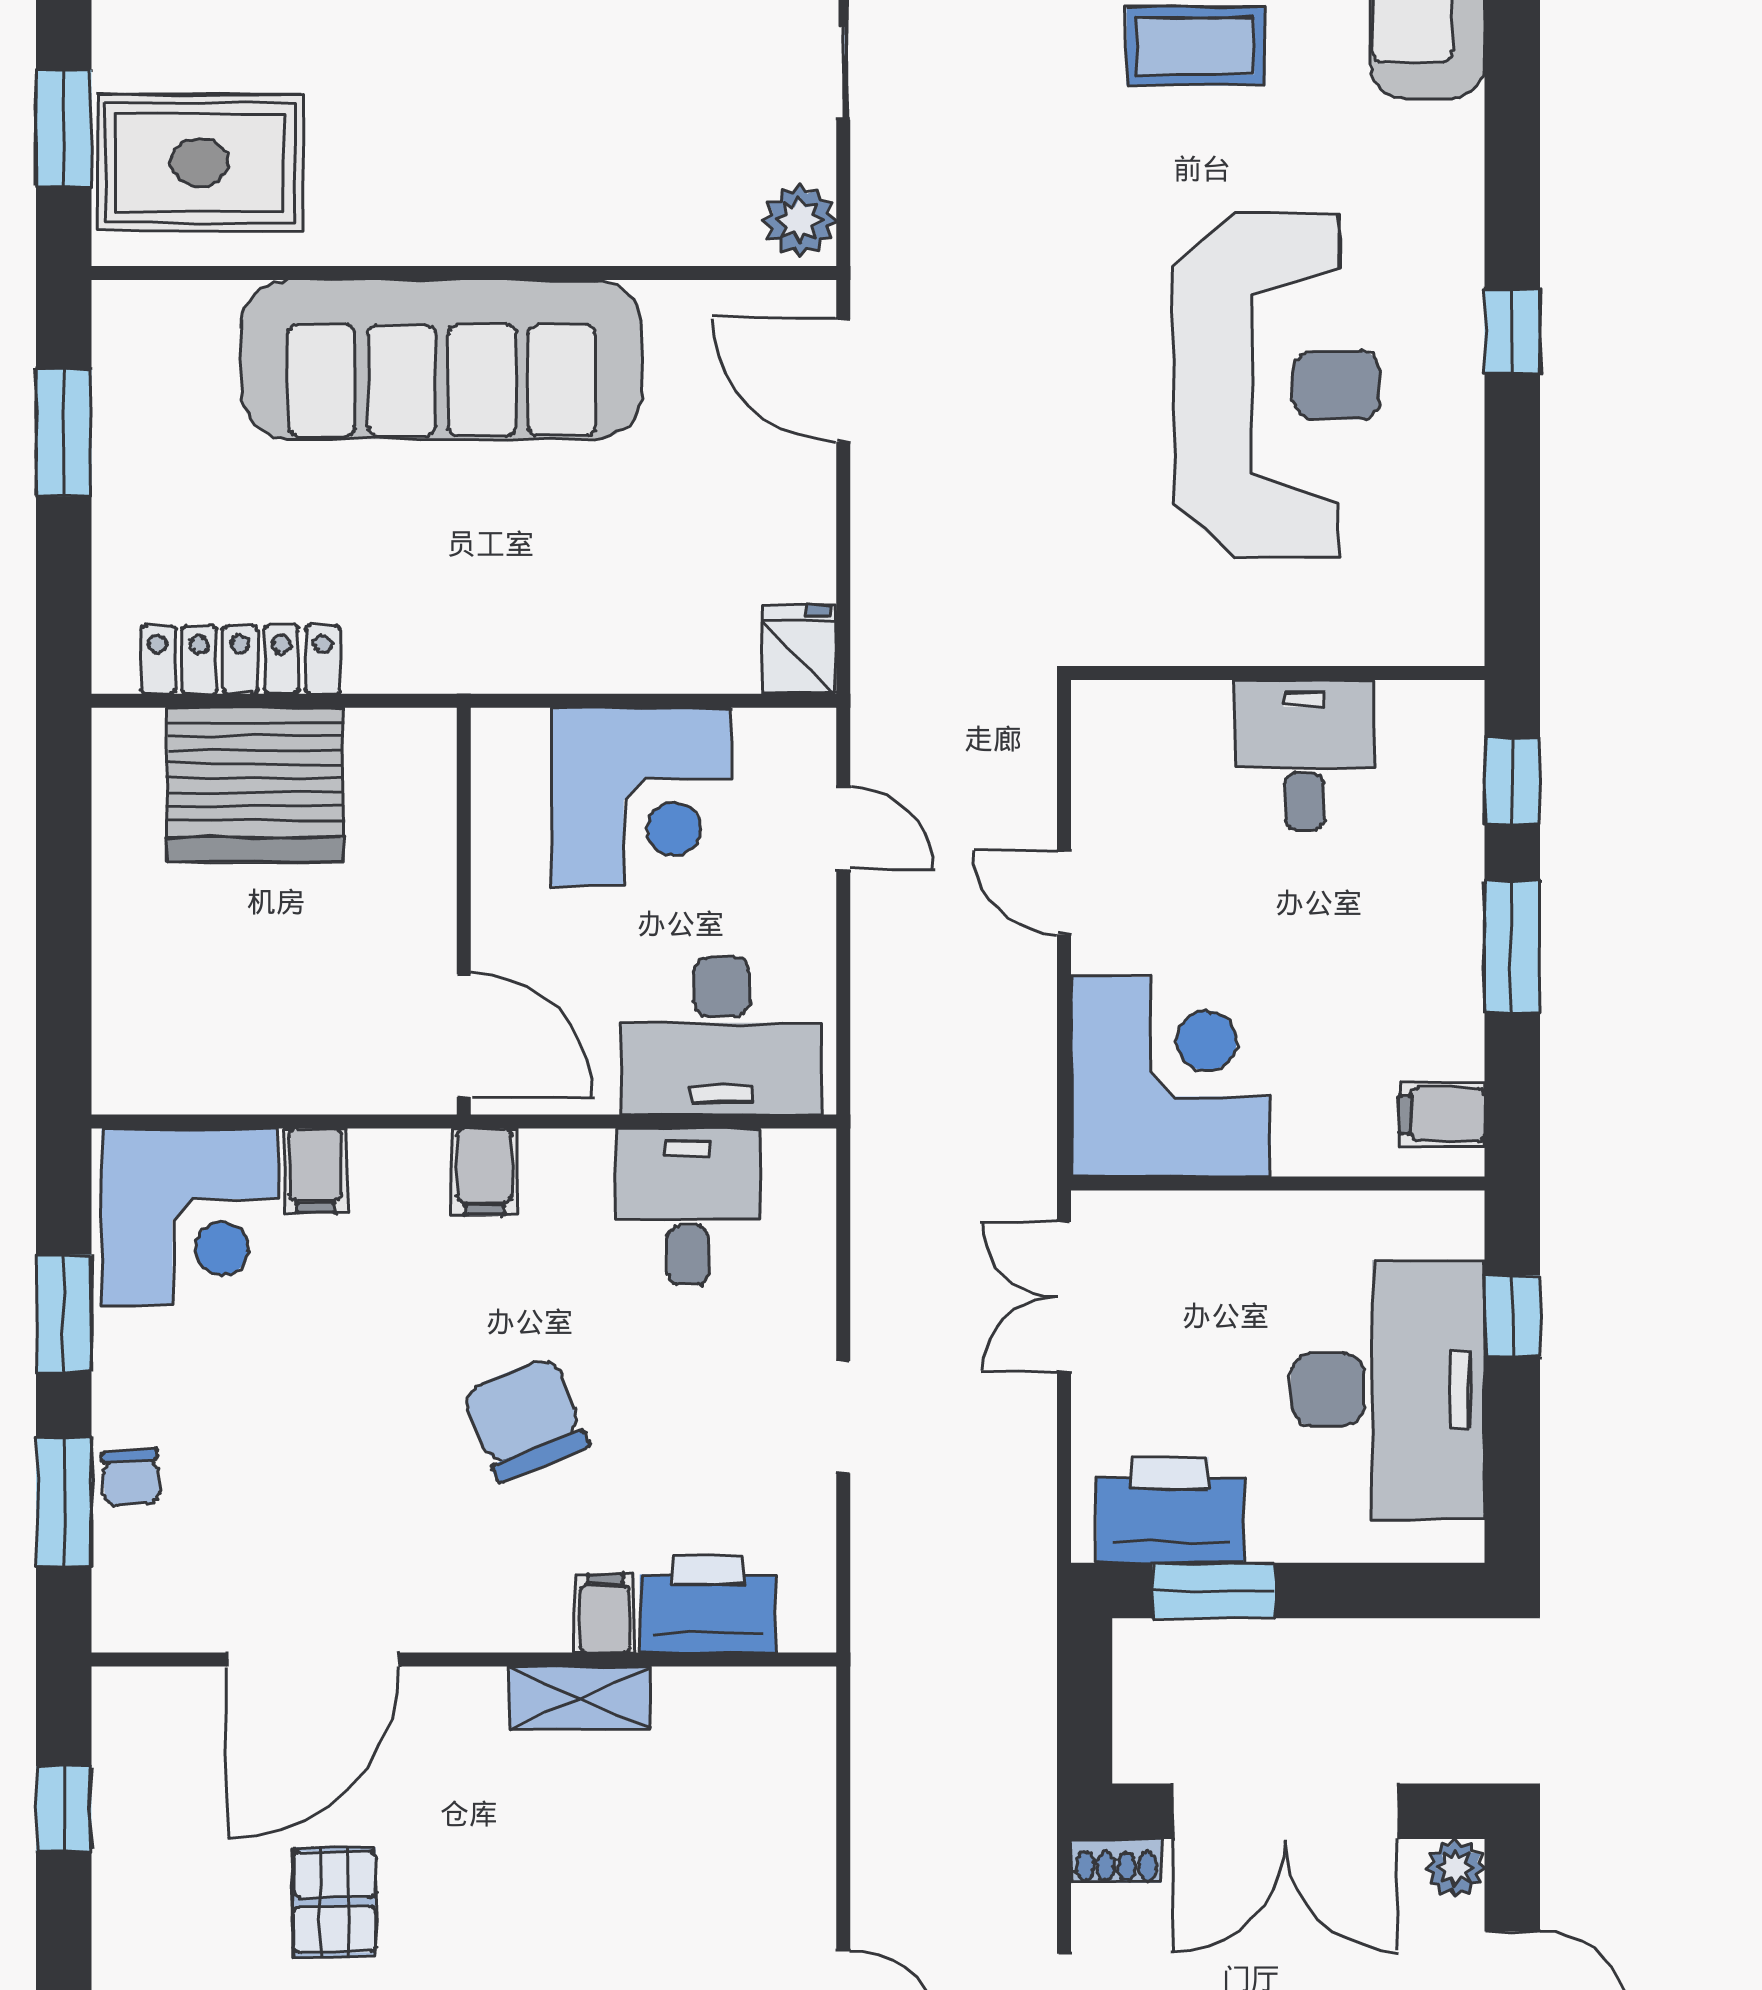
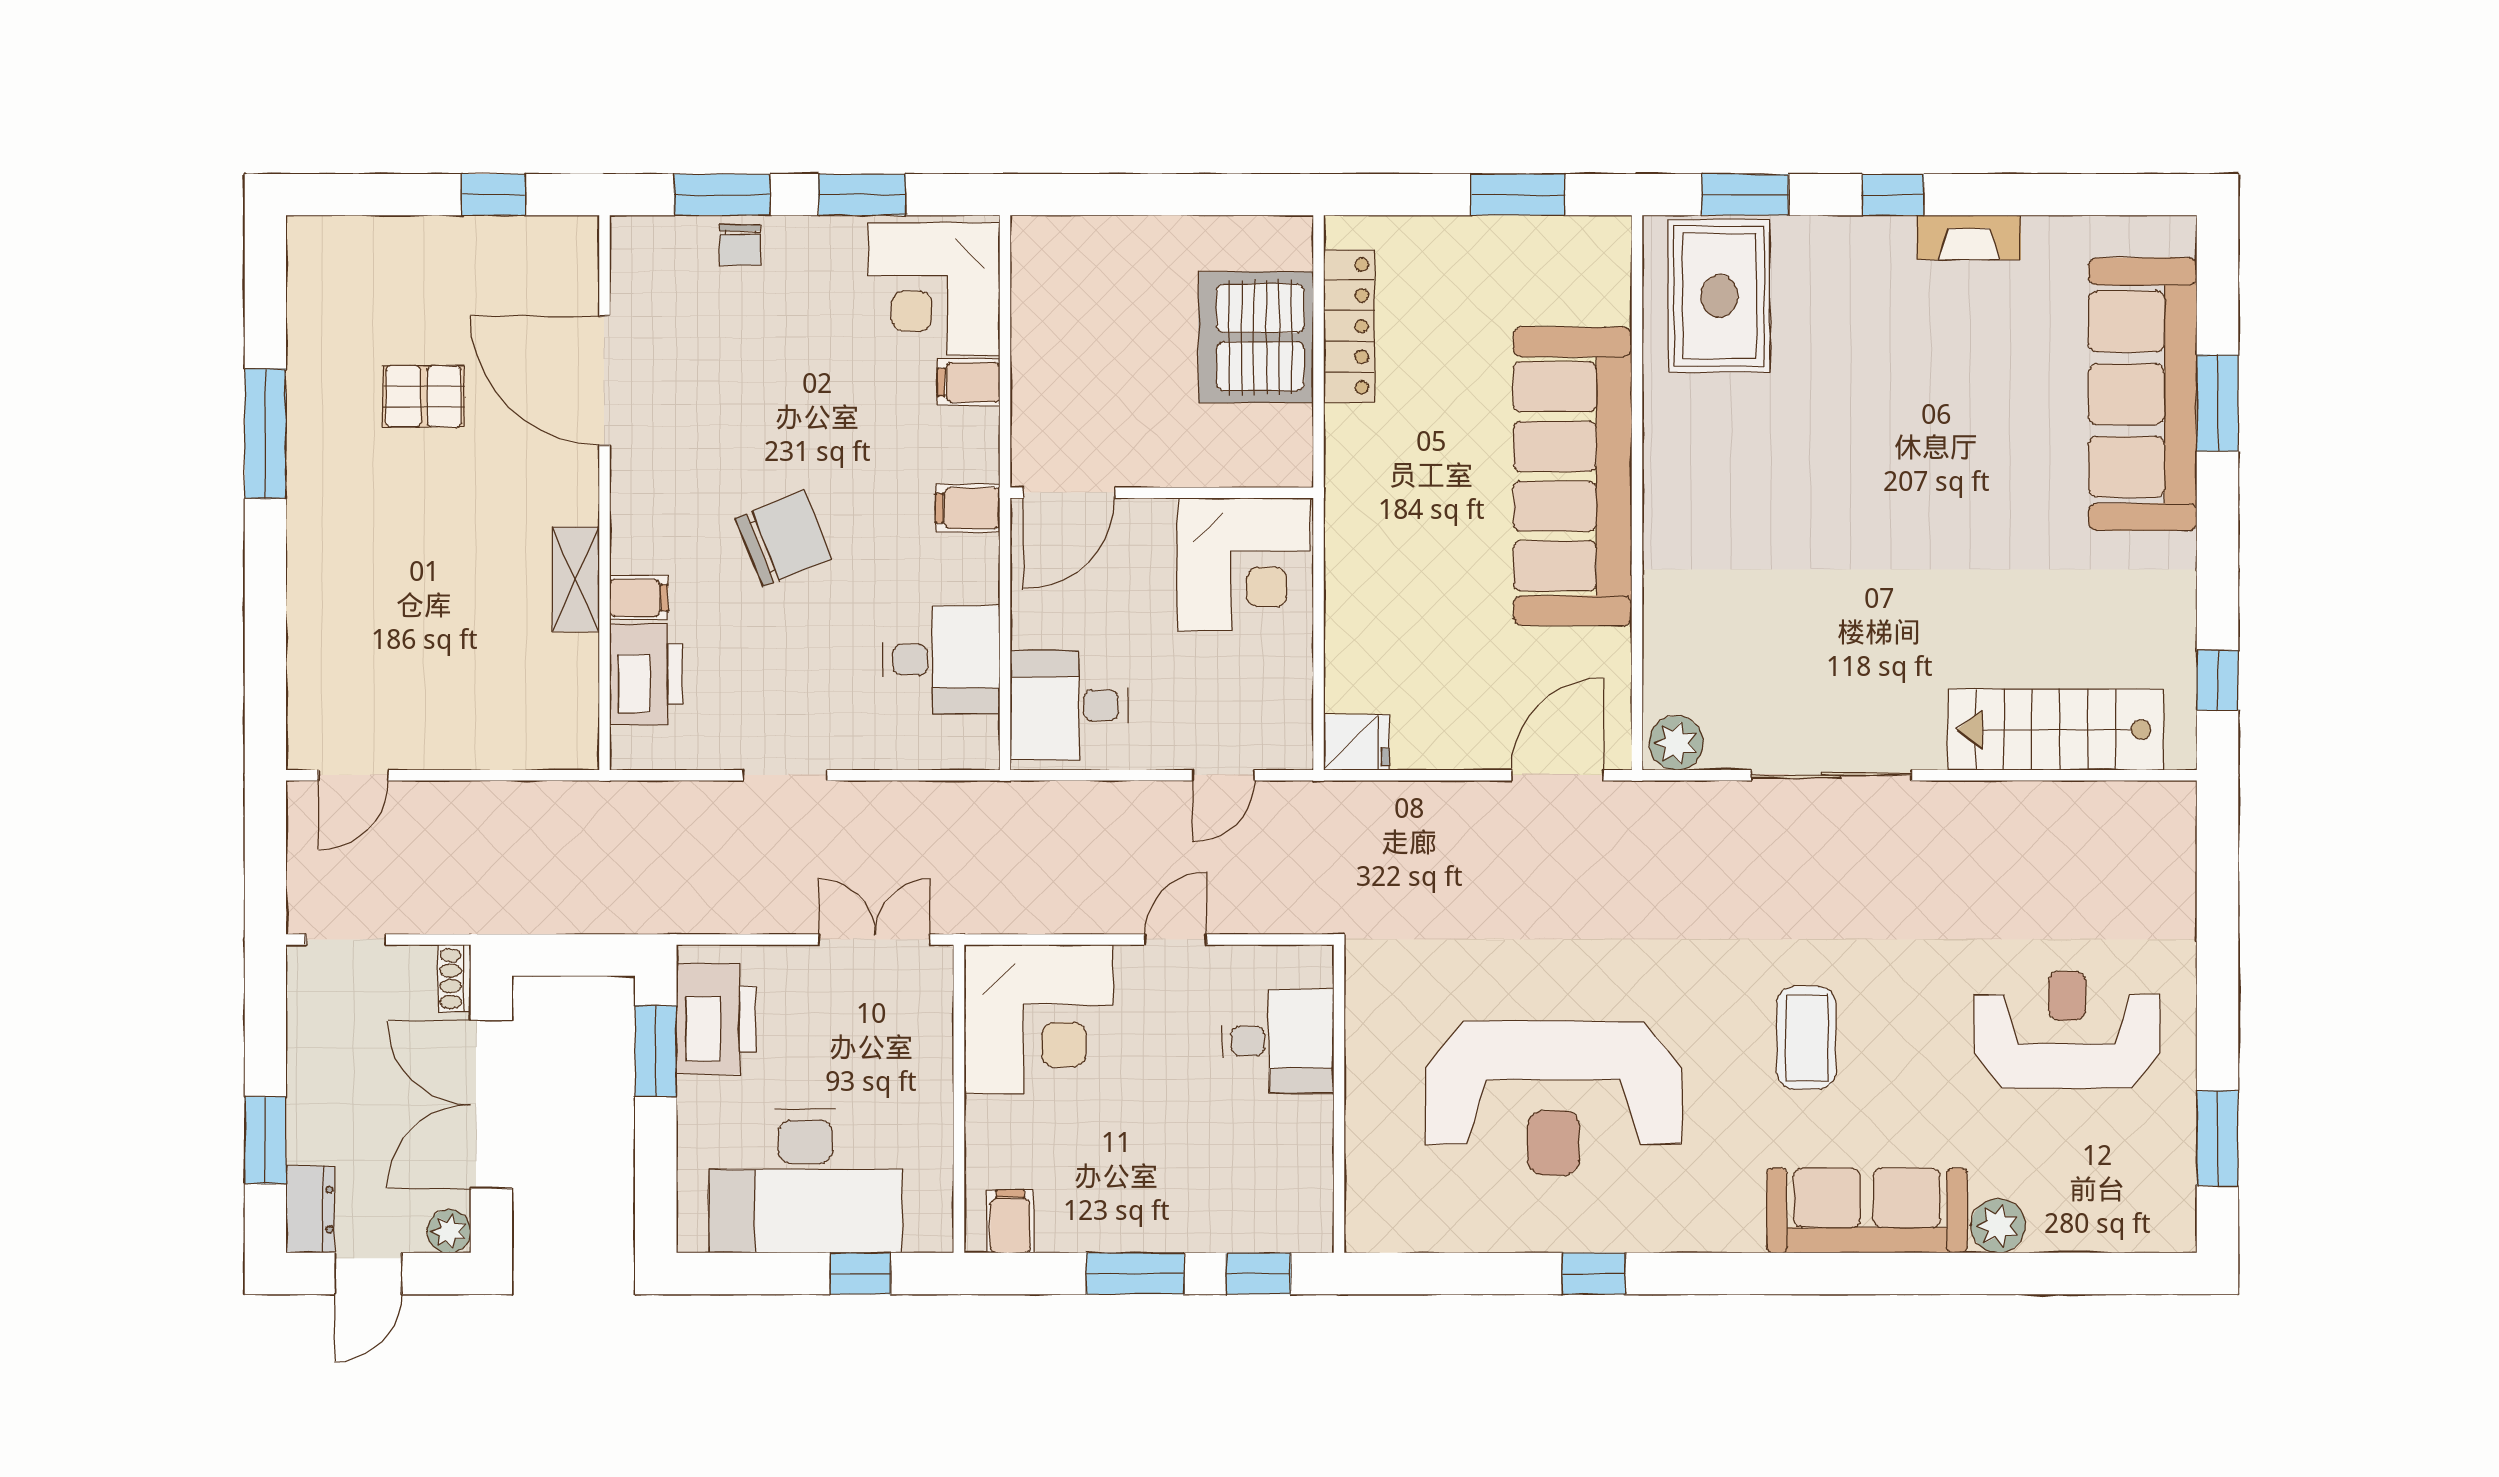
desk: (1305, 755) -> (1278, 1041), moved
corner desk: (641, 797) -> (1244, 564), moved, turned -90
desk: (722, 1036) -> (1069, 705), width x0.73
chair: (131, 1477) -> (740, 245), turned -86

